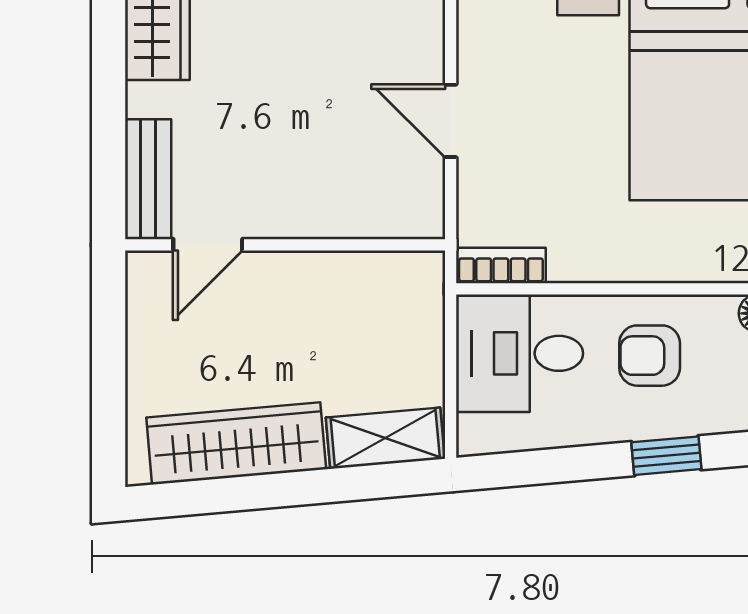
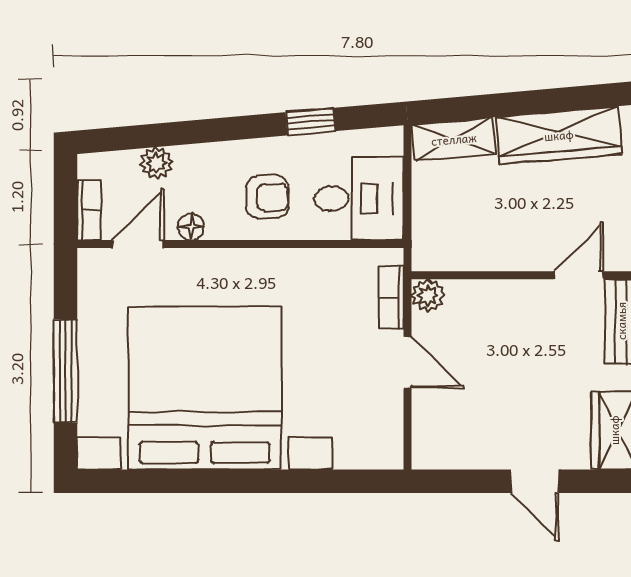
plant: (422, 216) -> (428, 296), added
bookcase: (501, 266) -> (391, 297), moved, turned 90
window: (666, 456) -> (310, 122), moved

